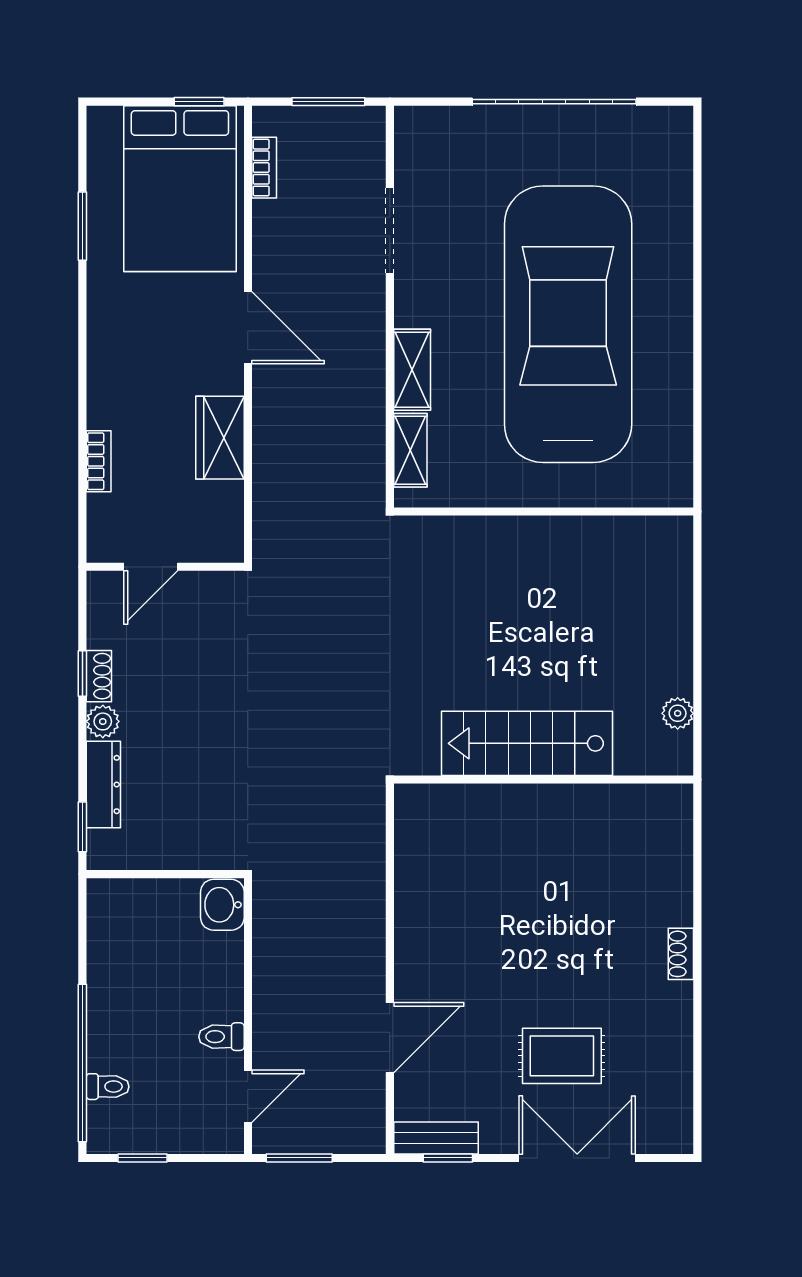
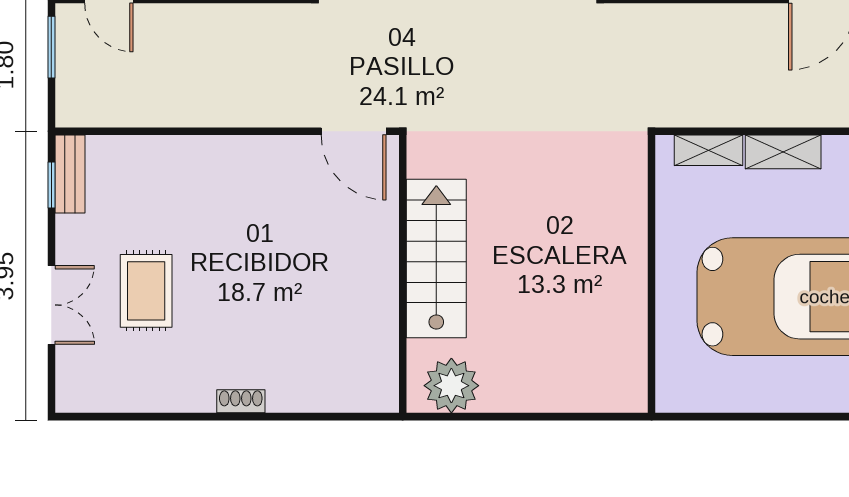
plant: (678, 713) -> (451, 386), width x1.88, depth x1.88
door: (390, 1038) -> (354, 131), moved
double door: (577, 1158) -> (51, 305), width x0.73

